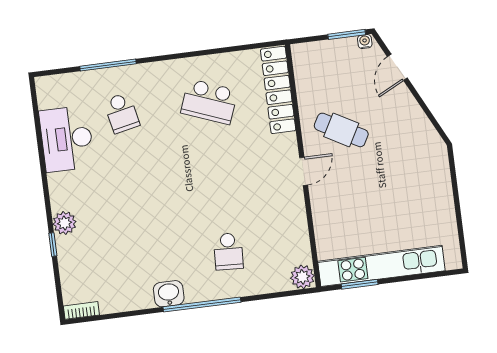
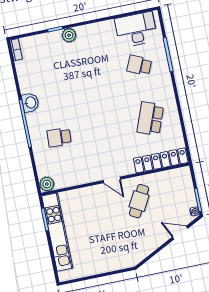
school desk: (122, 113) -> (139, 65), turned 36
desk: (67, 139) -> (136, 30), moved

